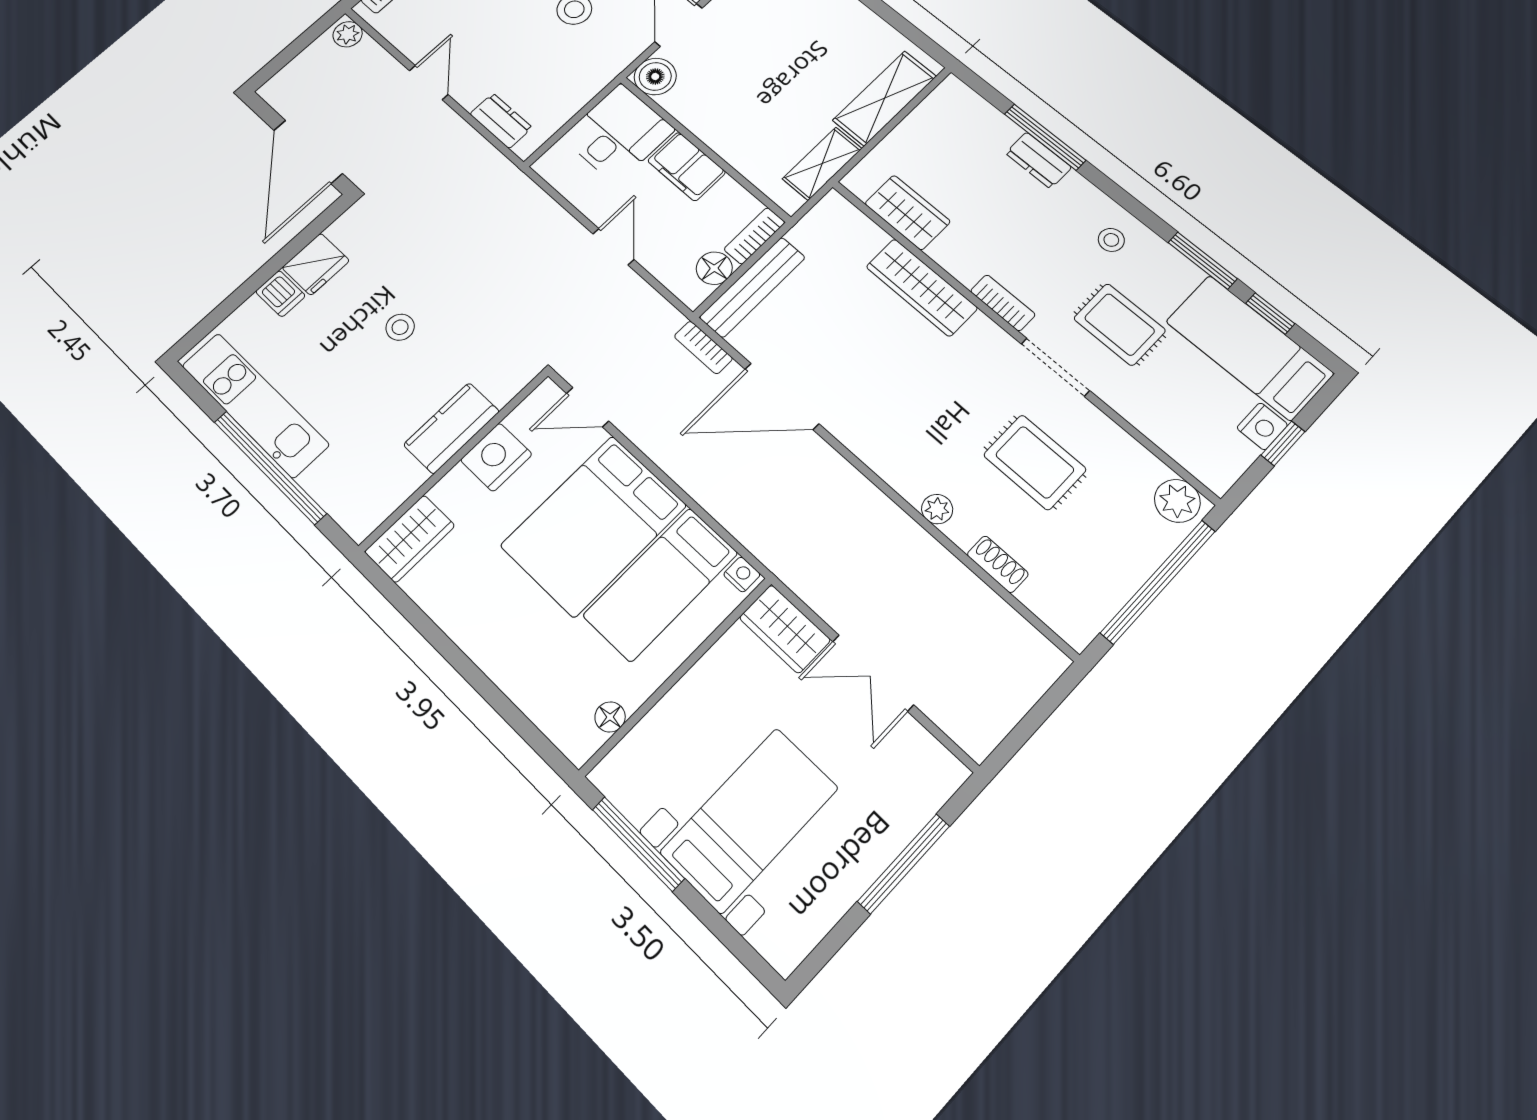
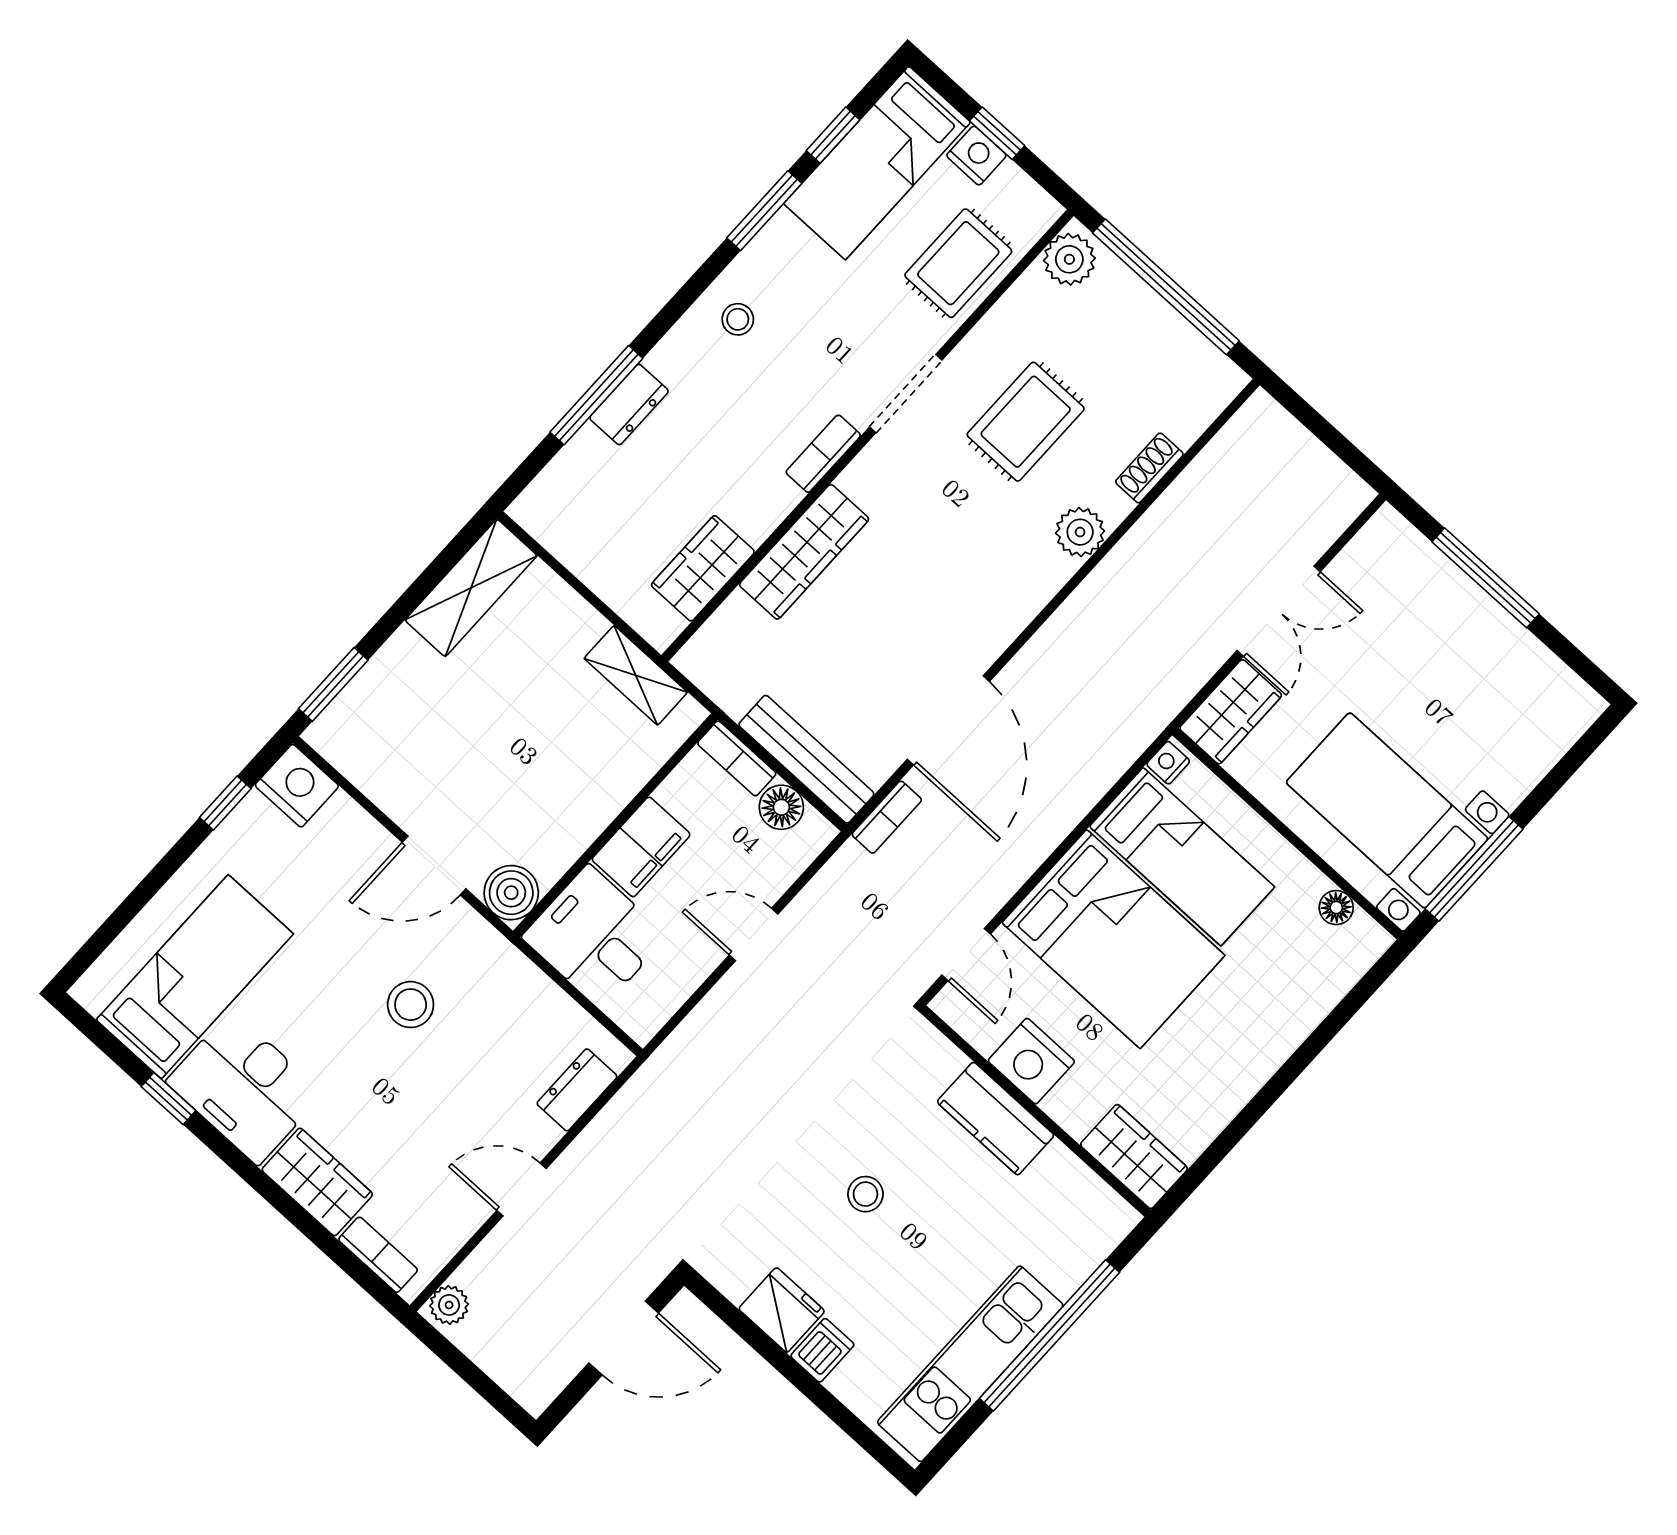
shelving: (885, 98) -> (471, 588), moved, turned 90
door: (308, 152) -> (624, 1338), width x0.73
rug: (1120, 324) -> (958, 263), moved
plant: (937, 509) -> (1080, 532), width x1.38, depth x1.38
bed with nightstands: (749, 820) -> (1387, 810), moved

